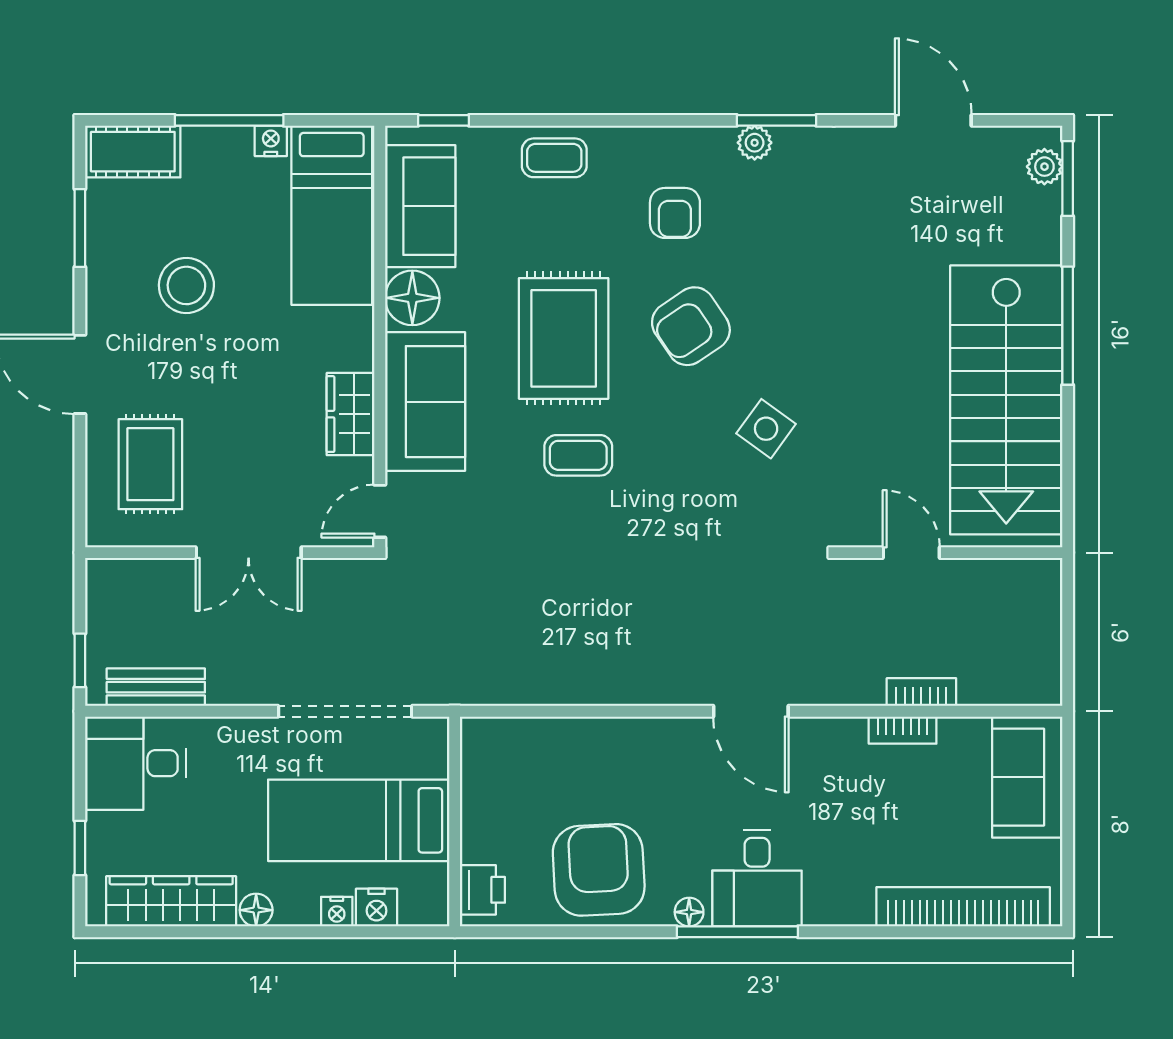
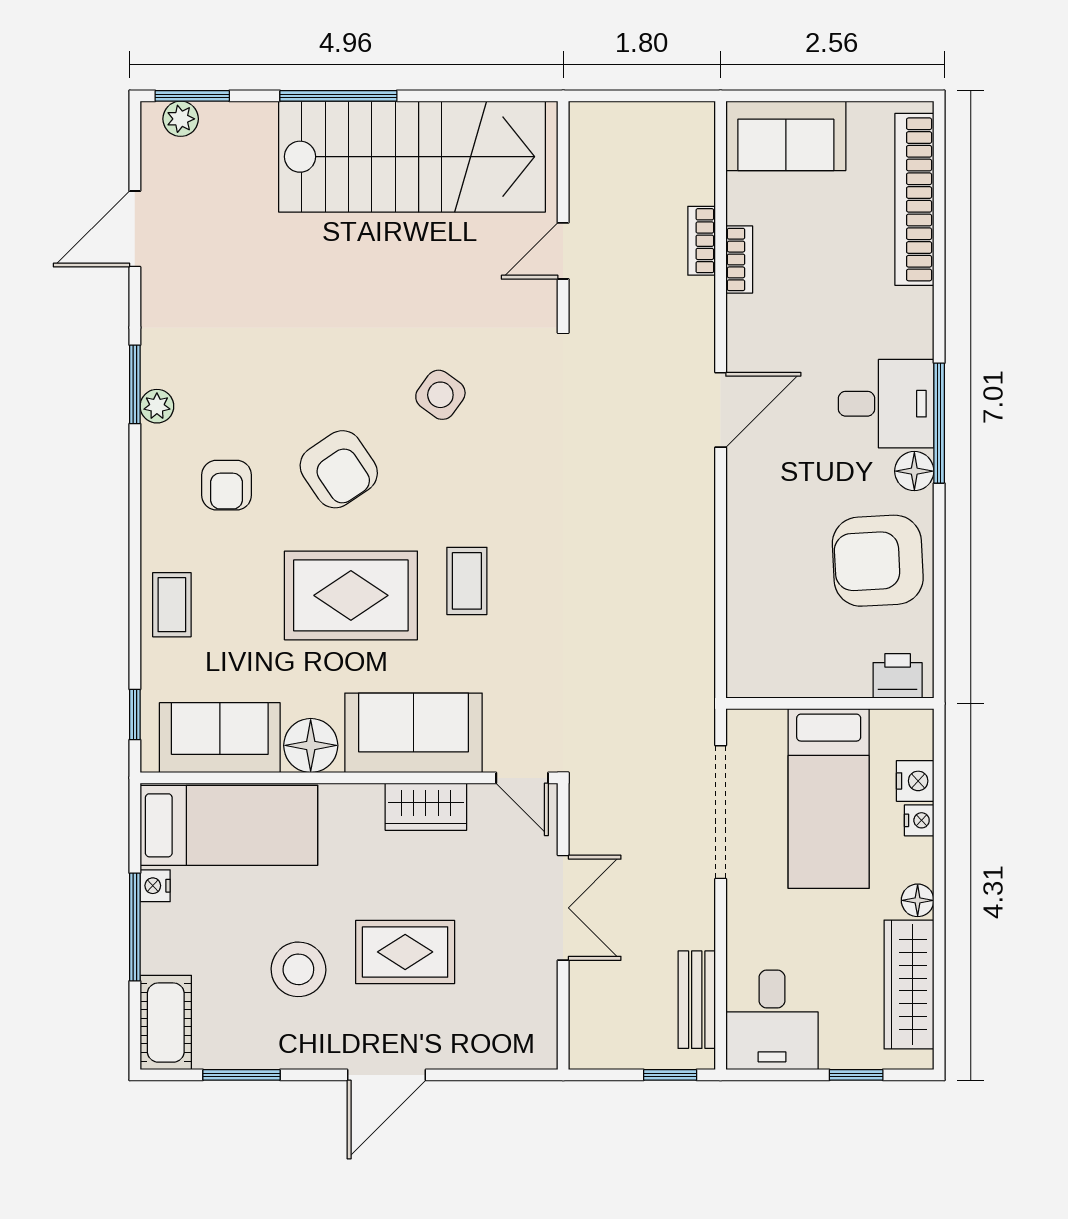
armchair: (675, 213) -> (227, 485), turned 90
rug: (150, 464) -> (405, 952), moved
floor lamp: (689, 912) -> (914, 471), width x1.37, depth x1.37

